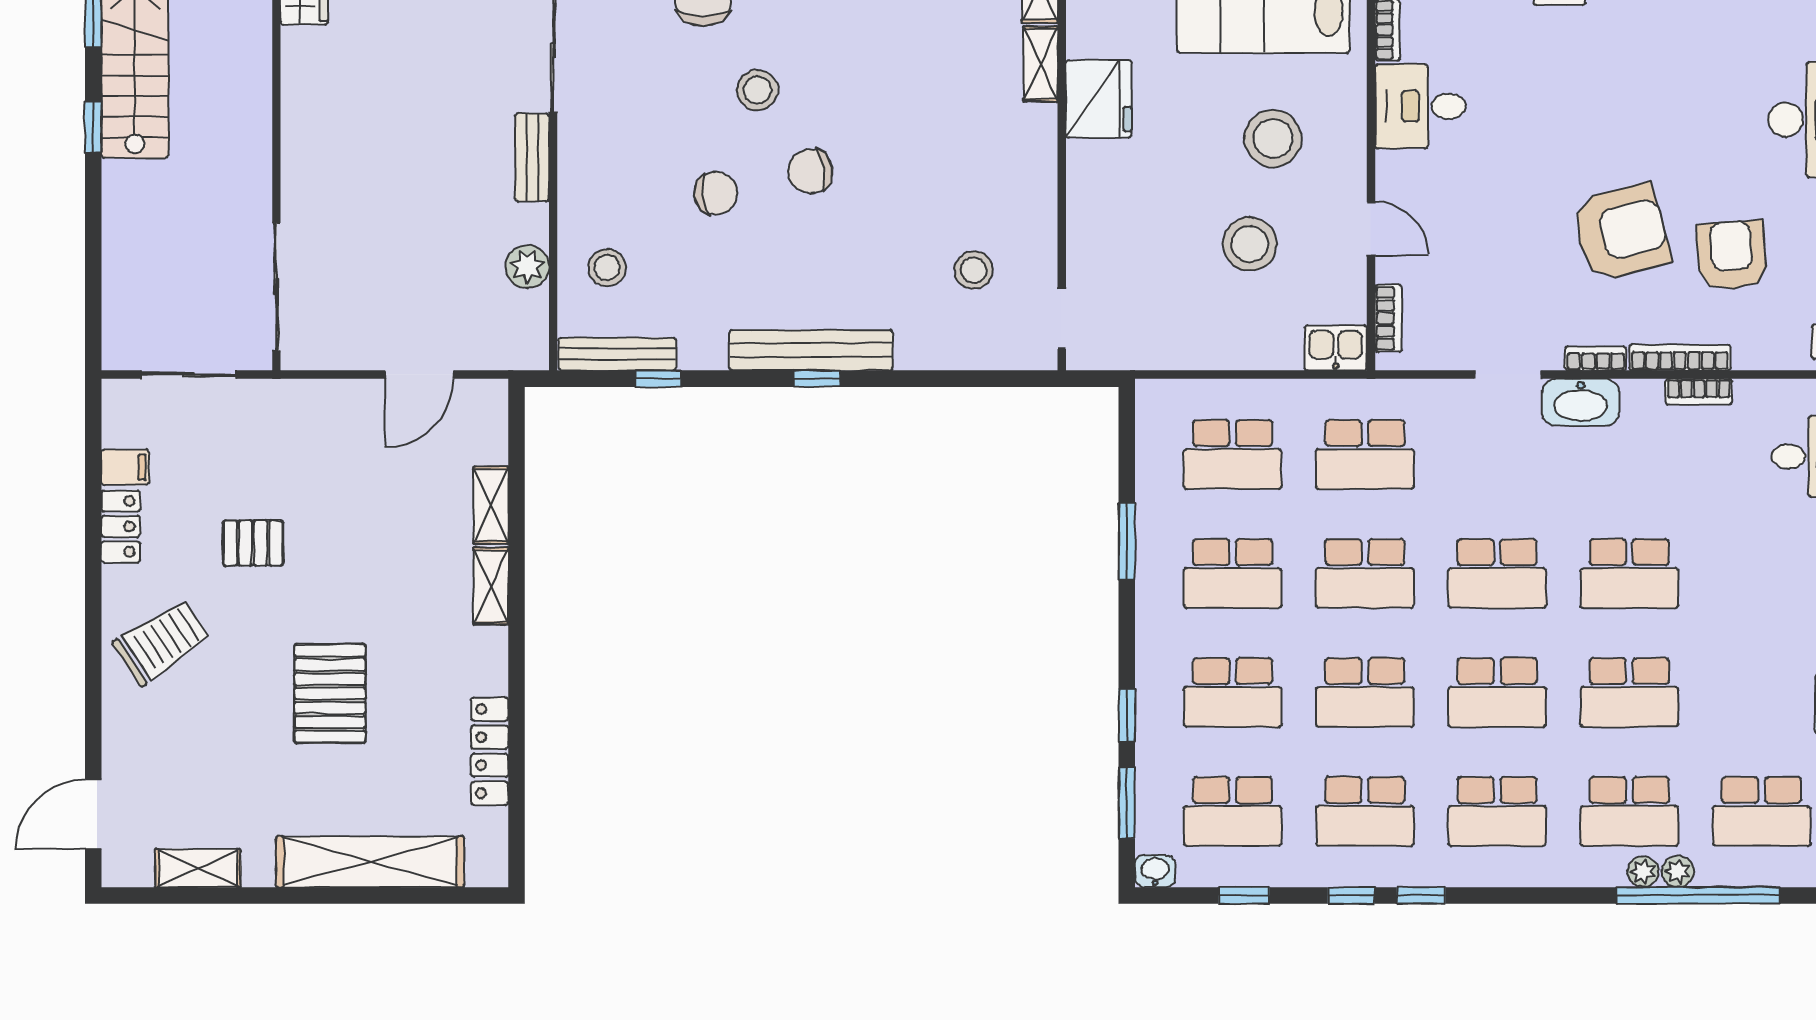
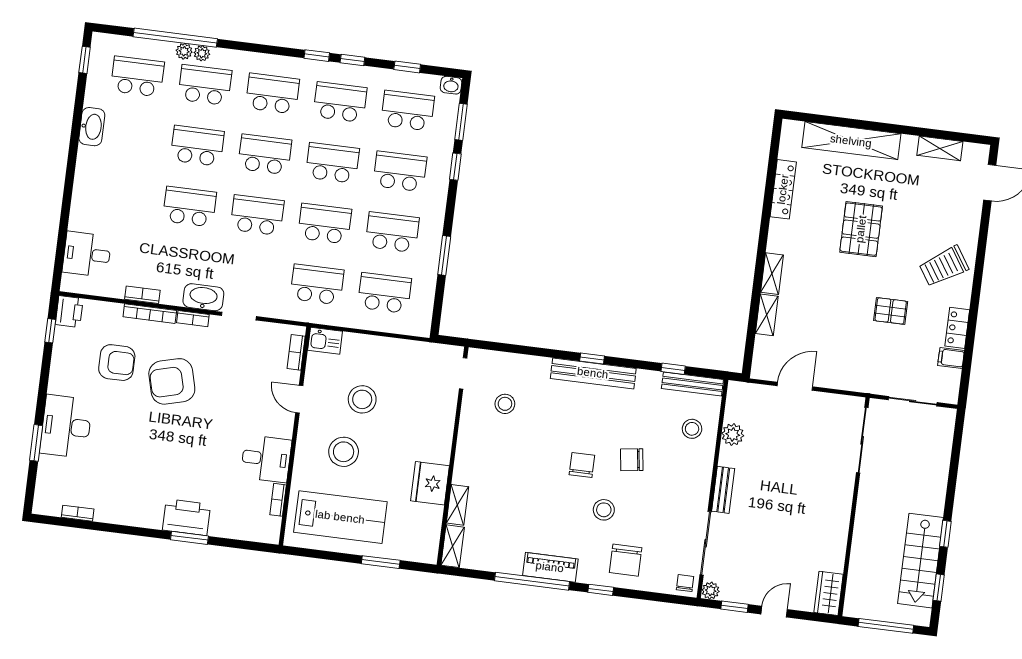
chair: (810, 171) -> (582, 465), turned -80
armchair: (1732, 255) -> (117, 363), turned -86

